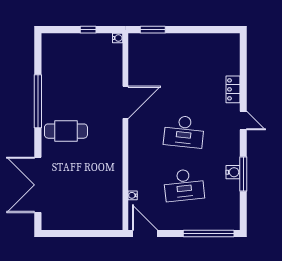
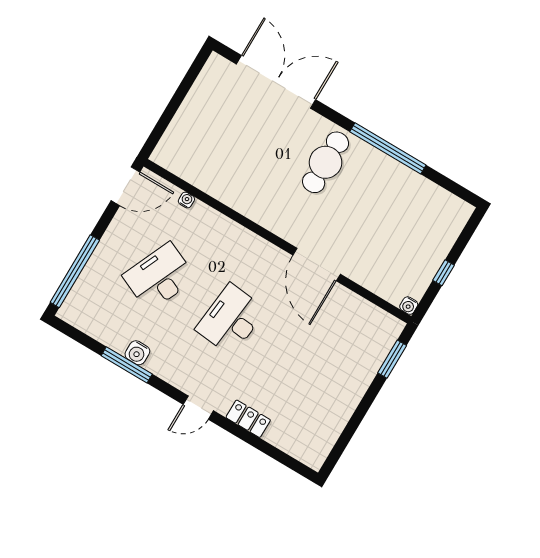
desk: (184, 185) -> (159, 277), turned 30

